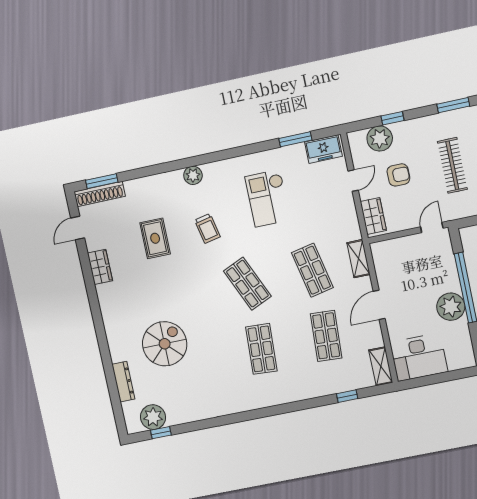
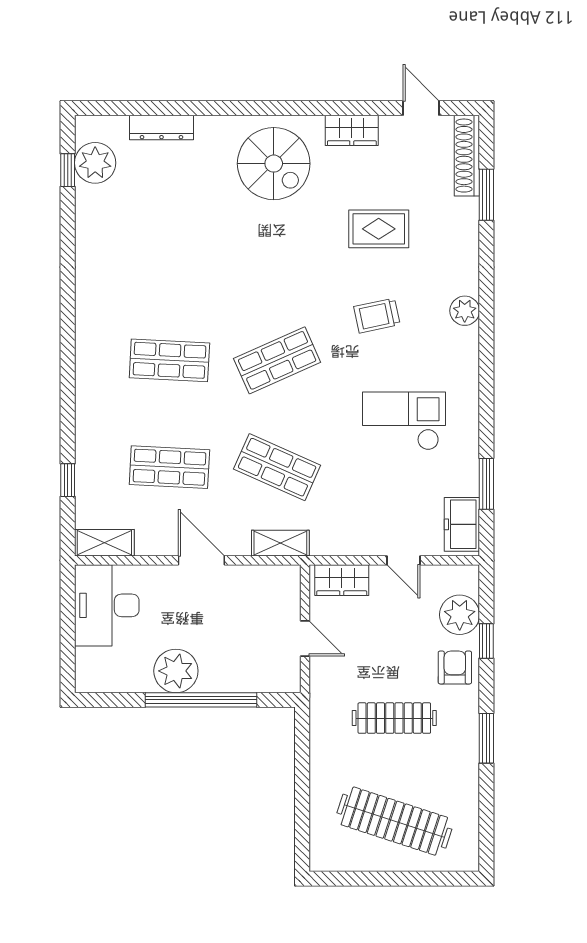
armchair: (398, 175) -> (455, 667), moved, turned 180
window: (102, 181) -> (486, 195), moved
door: (432, 228) -> (305, 639), moved
shop shelf: (312, 270) -> (277, 467), turned 36
spiral stairs: (165, 344) -> (274, 164), moved

